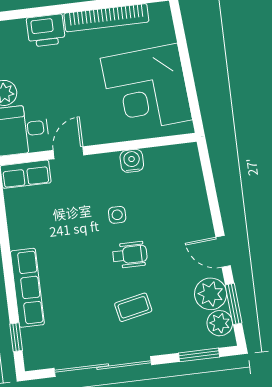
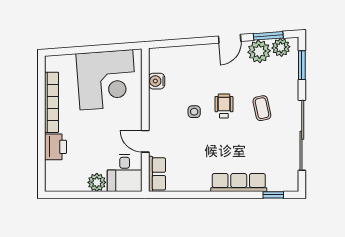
water cooler: (132, 161) -> (157, 81), moved

